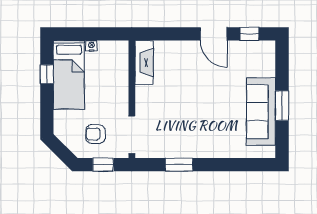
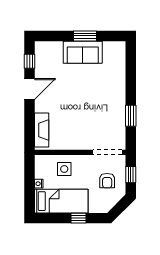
fireplace: (144, 63) -> (42, 130), moved, turned 90
window: (47, 74) -> (79, 218), moved
side table: (110, 79) -> (64, 169), added
sofa: (261, 112) -> (83, 52), width x0.73

